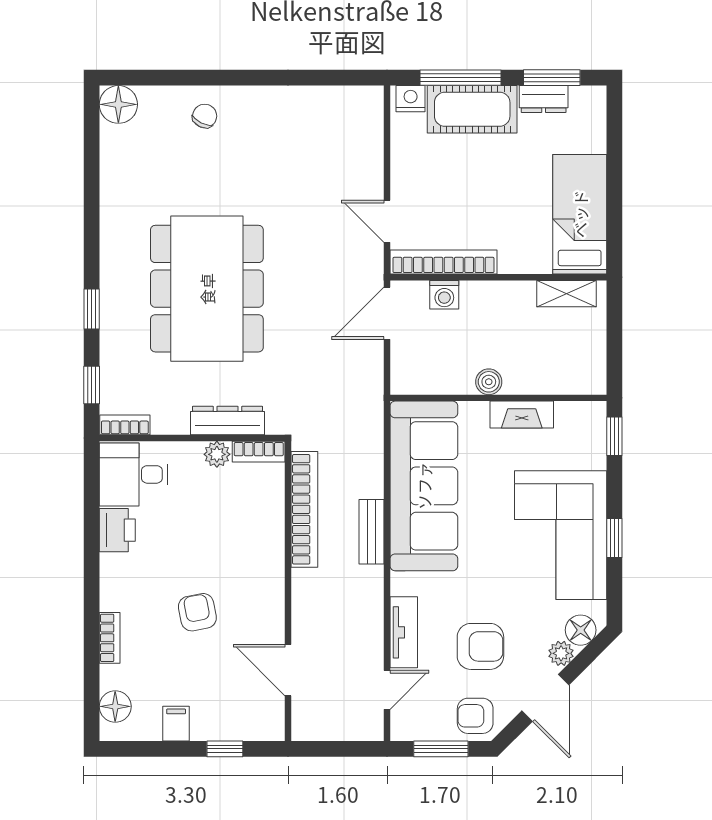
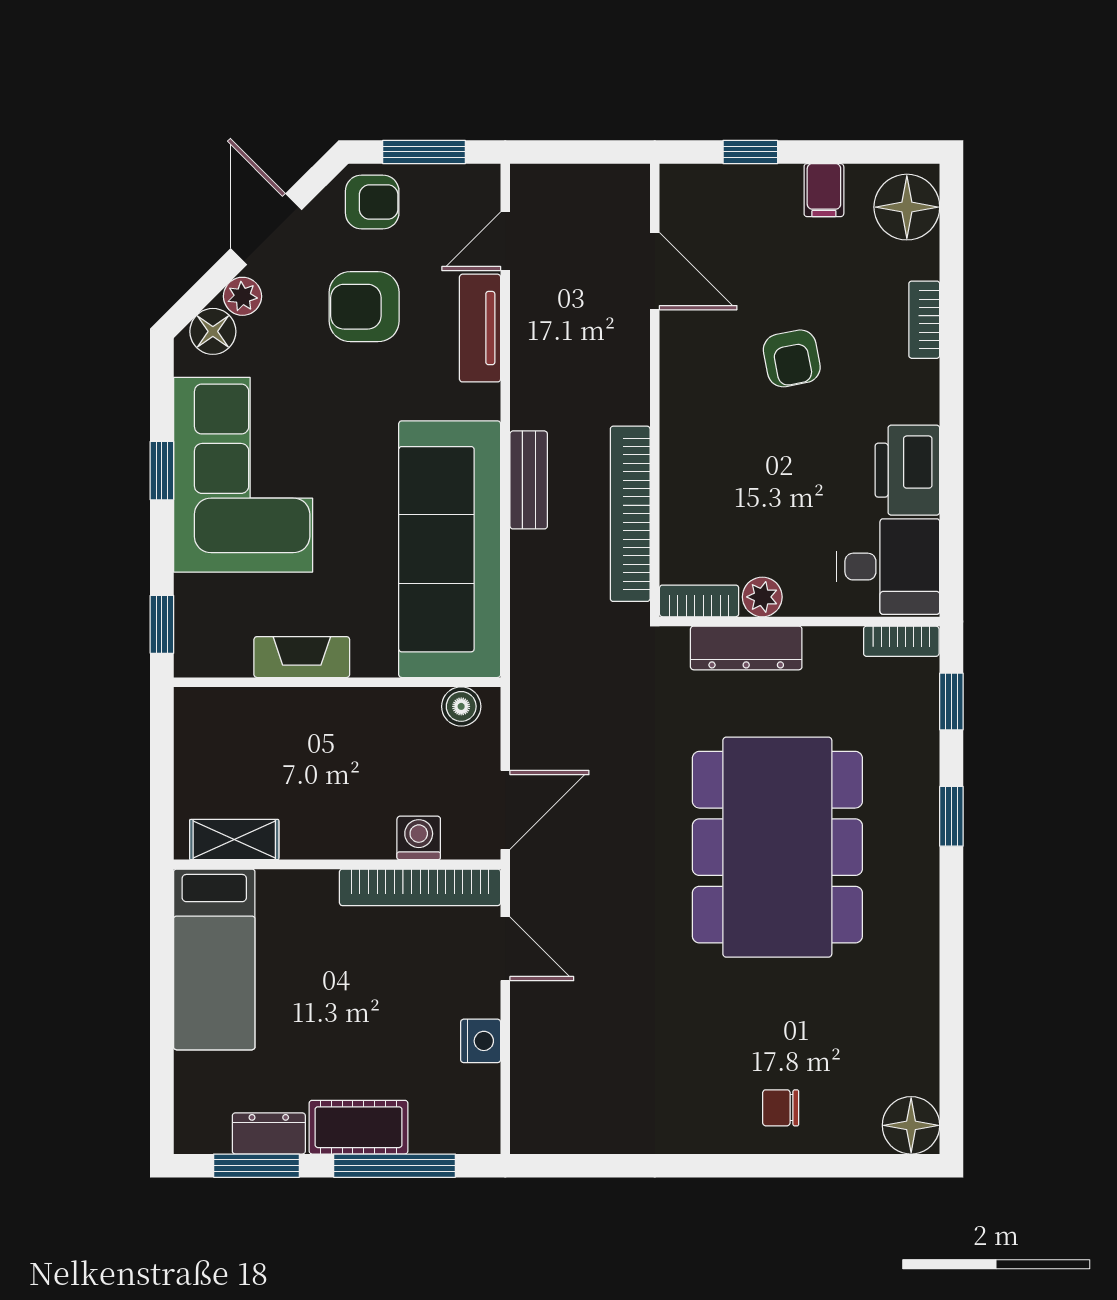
nightstand: (411, 99) -> (481, 1041), moved, turned -90
cot: (472, 109) -> (358, 1127), width x0.73, depth x0.75
chair: (205, 116) -> (781, 1108), turned 63
boiler: (489, 382) -> (461, 706), moved
printer: (117, 530) -> (907, 470), width x1.37, depth x1.19
floor lamp: (115, 706) -> (907, 207), width x1.38, depth x1.38

